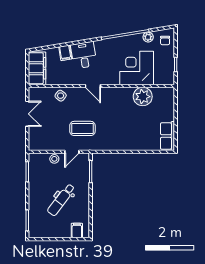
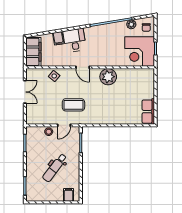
corner desk: (137, 68) -> (140, 52), moved, turned -90
plant: (143, 97) -> (108, 77), moved

